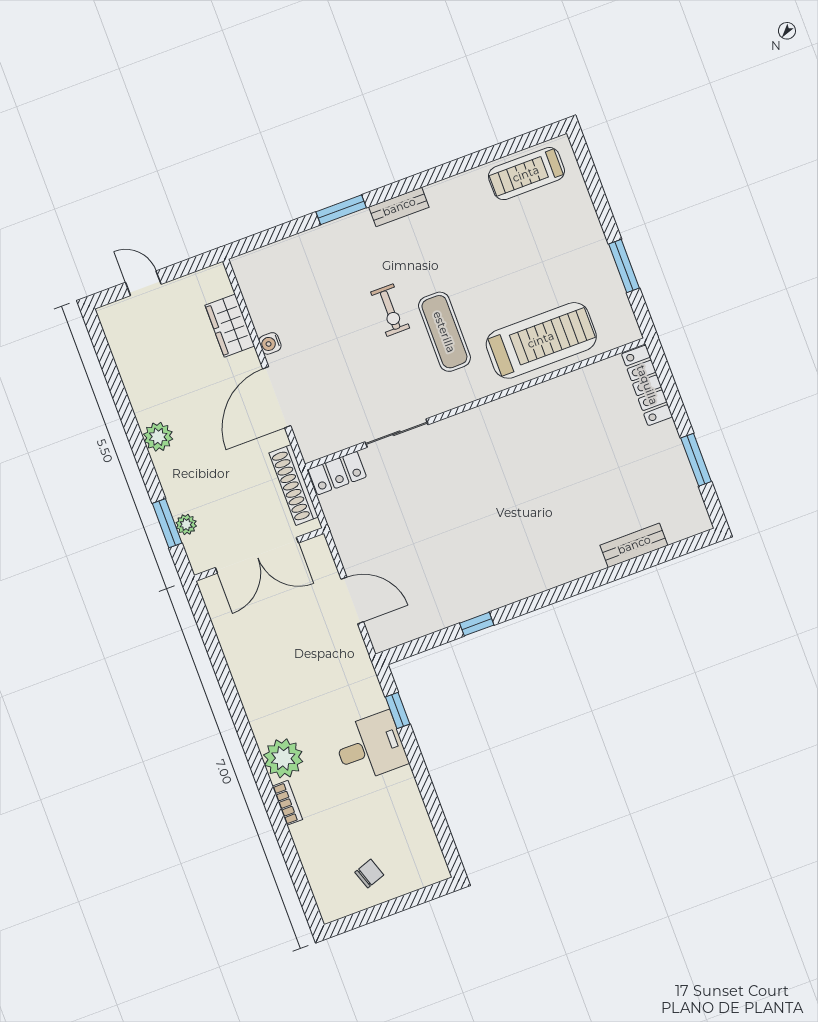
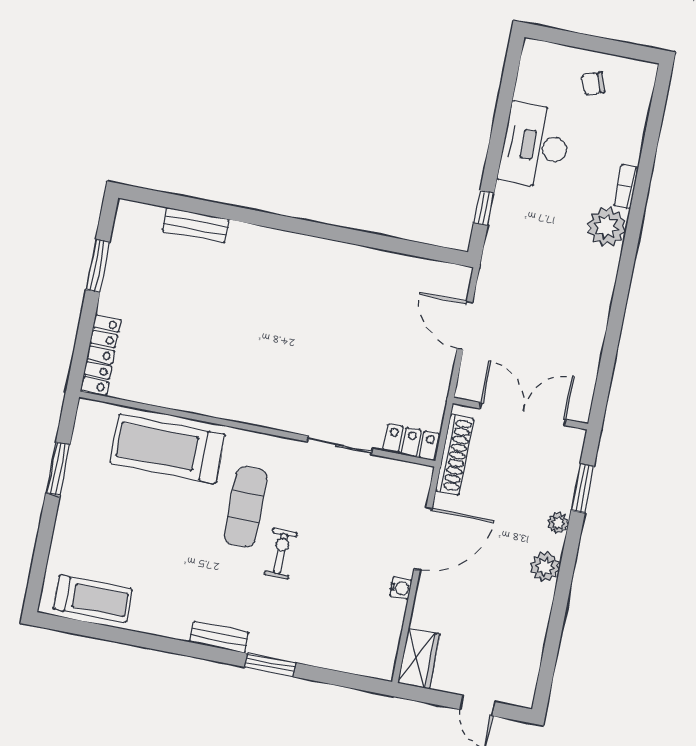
wardrobe: (230, 326) -> (419, 659), moved
plant: (186, 524) -> (558, 523), moved
window: (477, 624) -> (371, 240), removed
desk: (370, 747) -> (535, 146), moved, width x1.37

